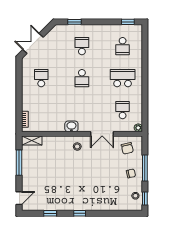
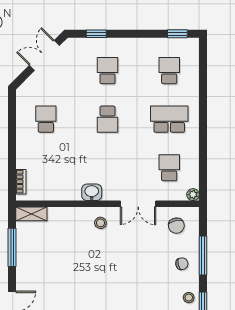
double door: (33, 43) -> (44, 55), moved
school desk: (123, 46) -> (169, 71), turned 180

